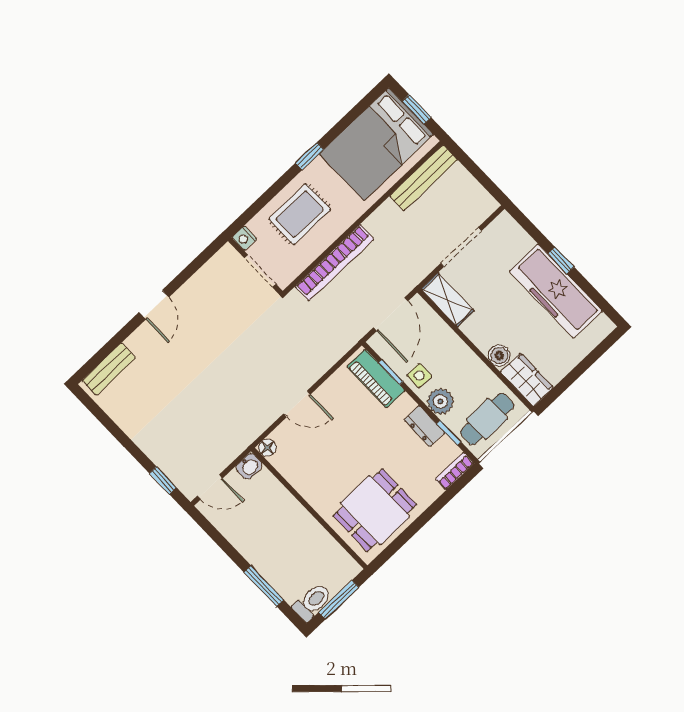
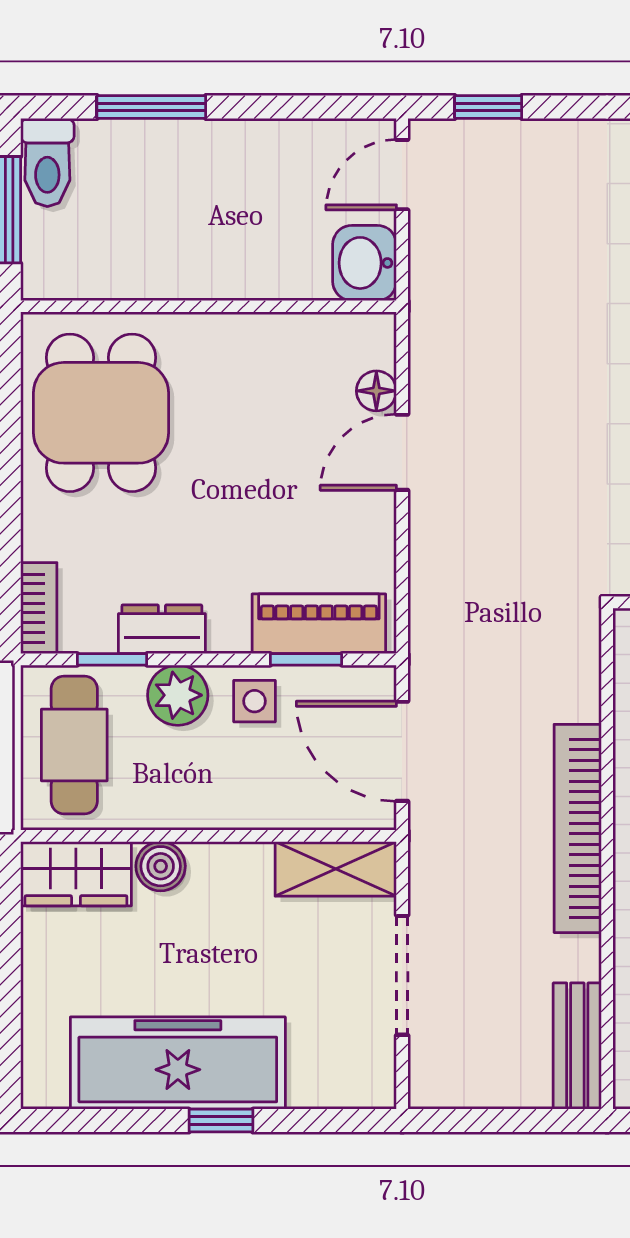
bench: (424, 178) -> (577, 1046), width x0.73
bookcase: (334, 263) -> (578, 828), moved
floor lamp: (267, 448) -> (376, 391), moved
washbasin: (249, 466) -> (365, 263), width x1.38, depth x1.45

